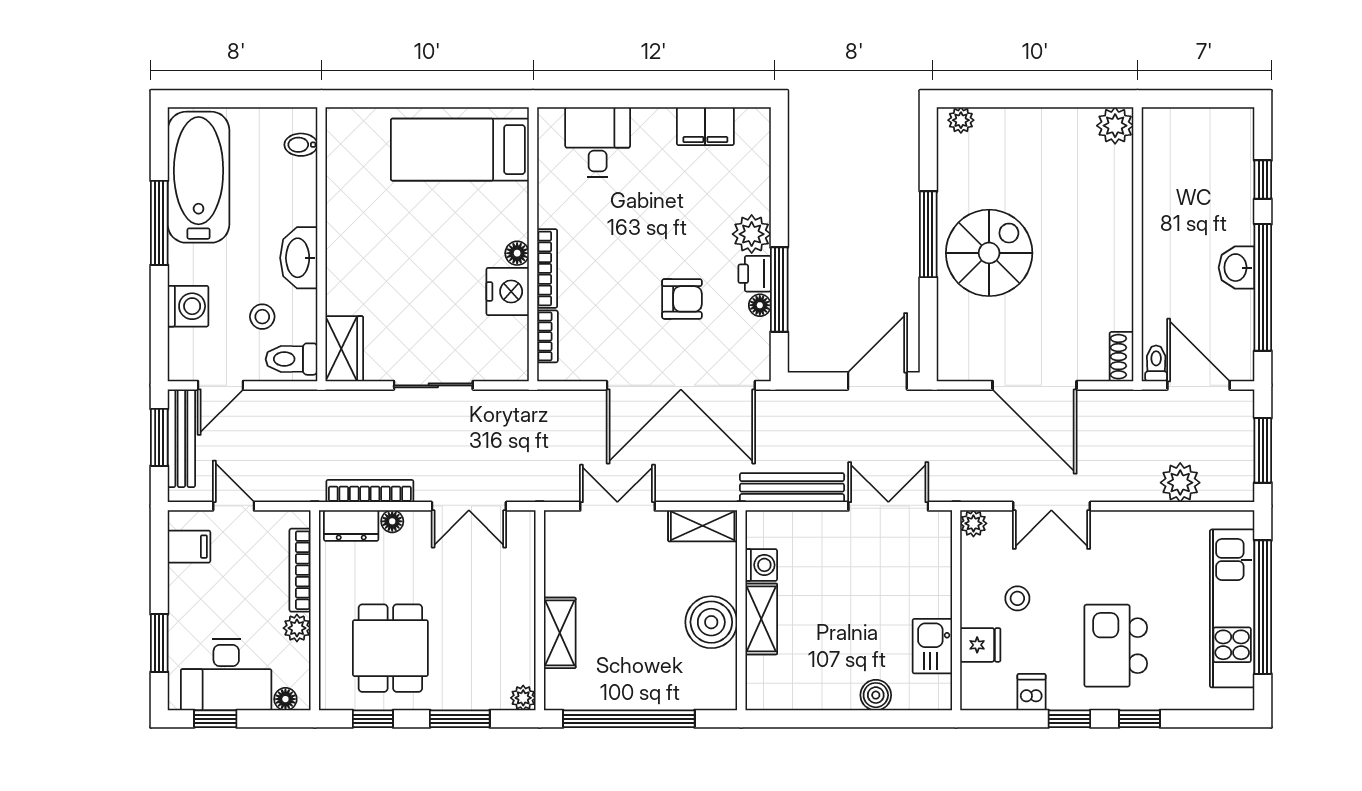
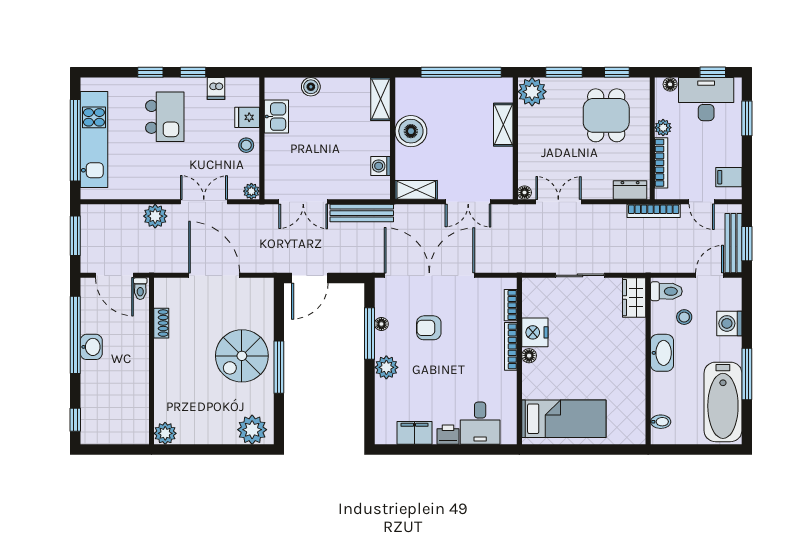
plant: (961, 120) -> (252, 430), width x1.88, depth x1.88
window: (1263, 180) -> (75, 420), moved
printer: (755, 274) -> (448, 435), moved, turned -90
shoe rack: (1122, 357) -> (161, 323), moved
plant: (1180, 483) -> (155, 216), moved
bookcase: (370, 491) -> (654, 211), moved
floor lamp: (392, 521) -> (525, 193), moved
stool: (1017, 598) -> (246, 145), moved
shelving: (761, 619) -> (381, 99), moved
plant: (523, 698) -> (532, 92), width x1.87, depth x1.87

